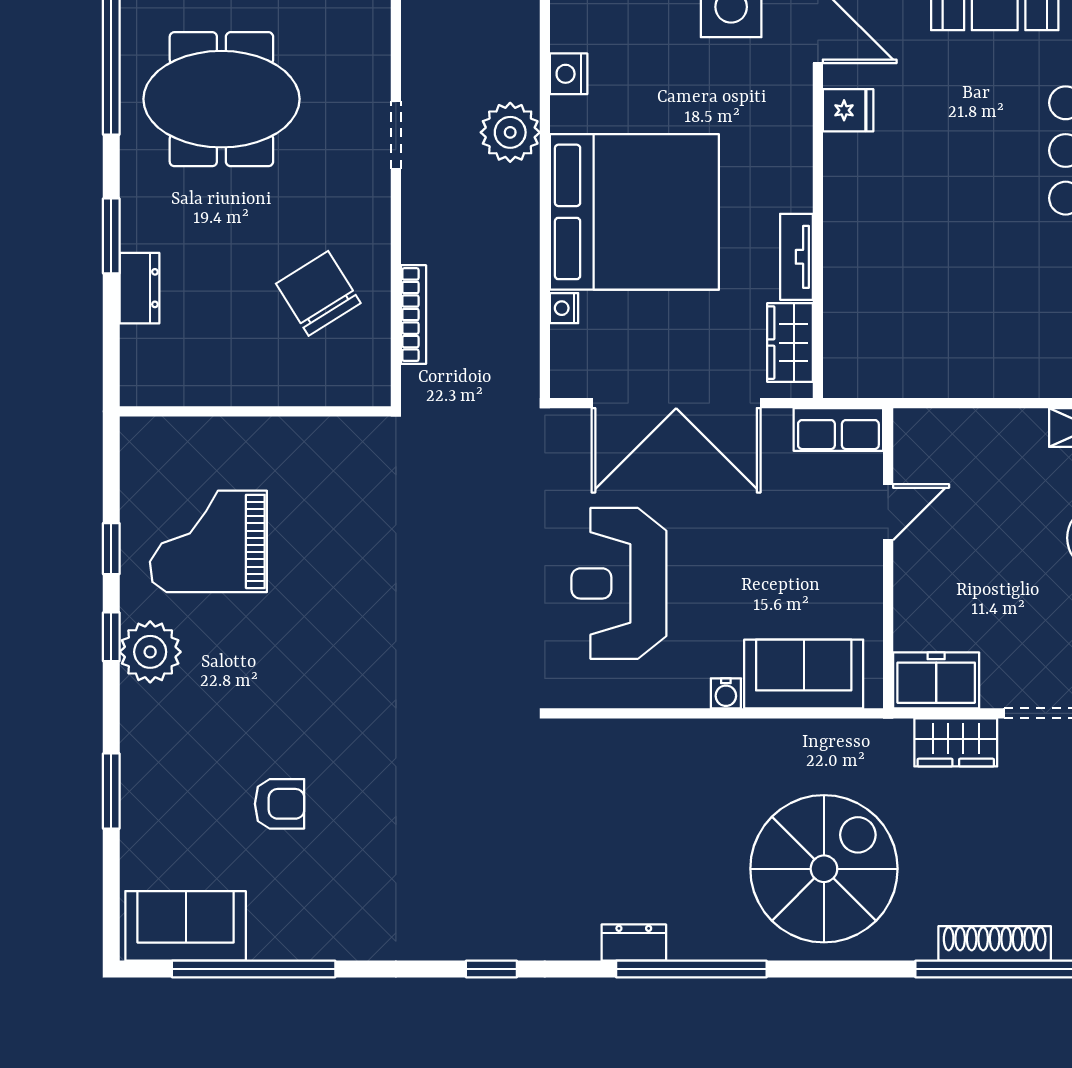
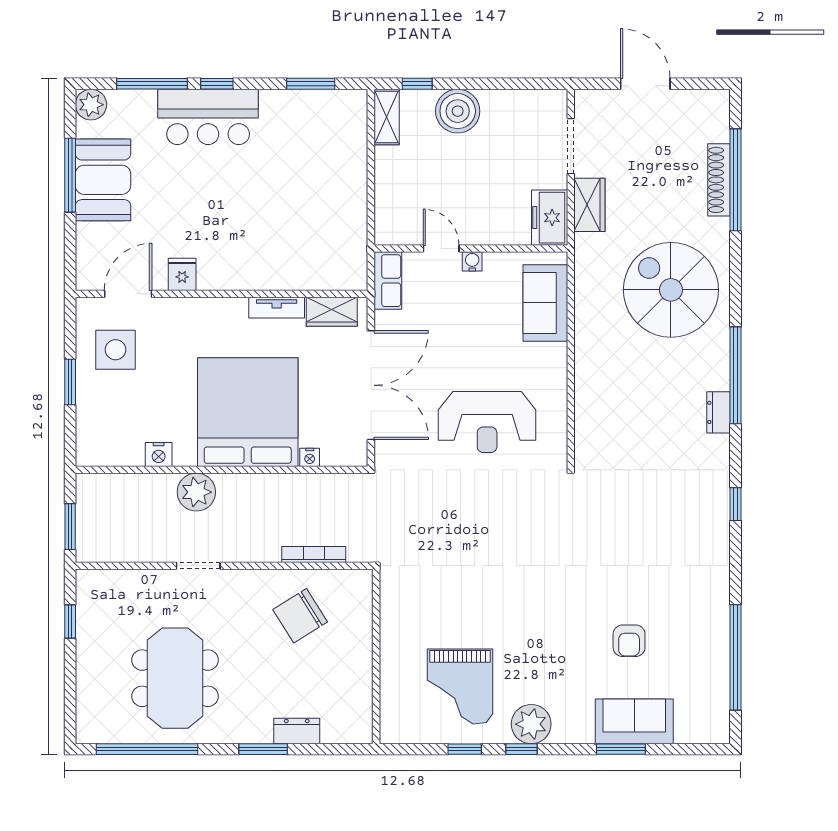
water cooler: (726, 693) -> (472, 261), moved, turned -90
armchair: (280, 804) -> (629, 641), turned 180
sofa: (186, 926) -> (634, 721), moved, turned 90

